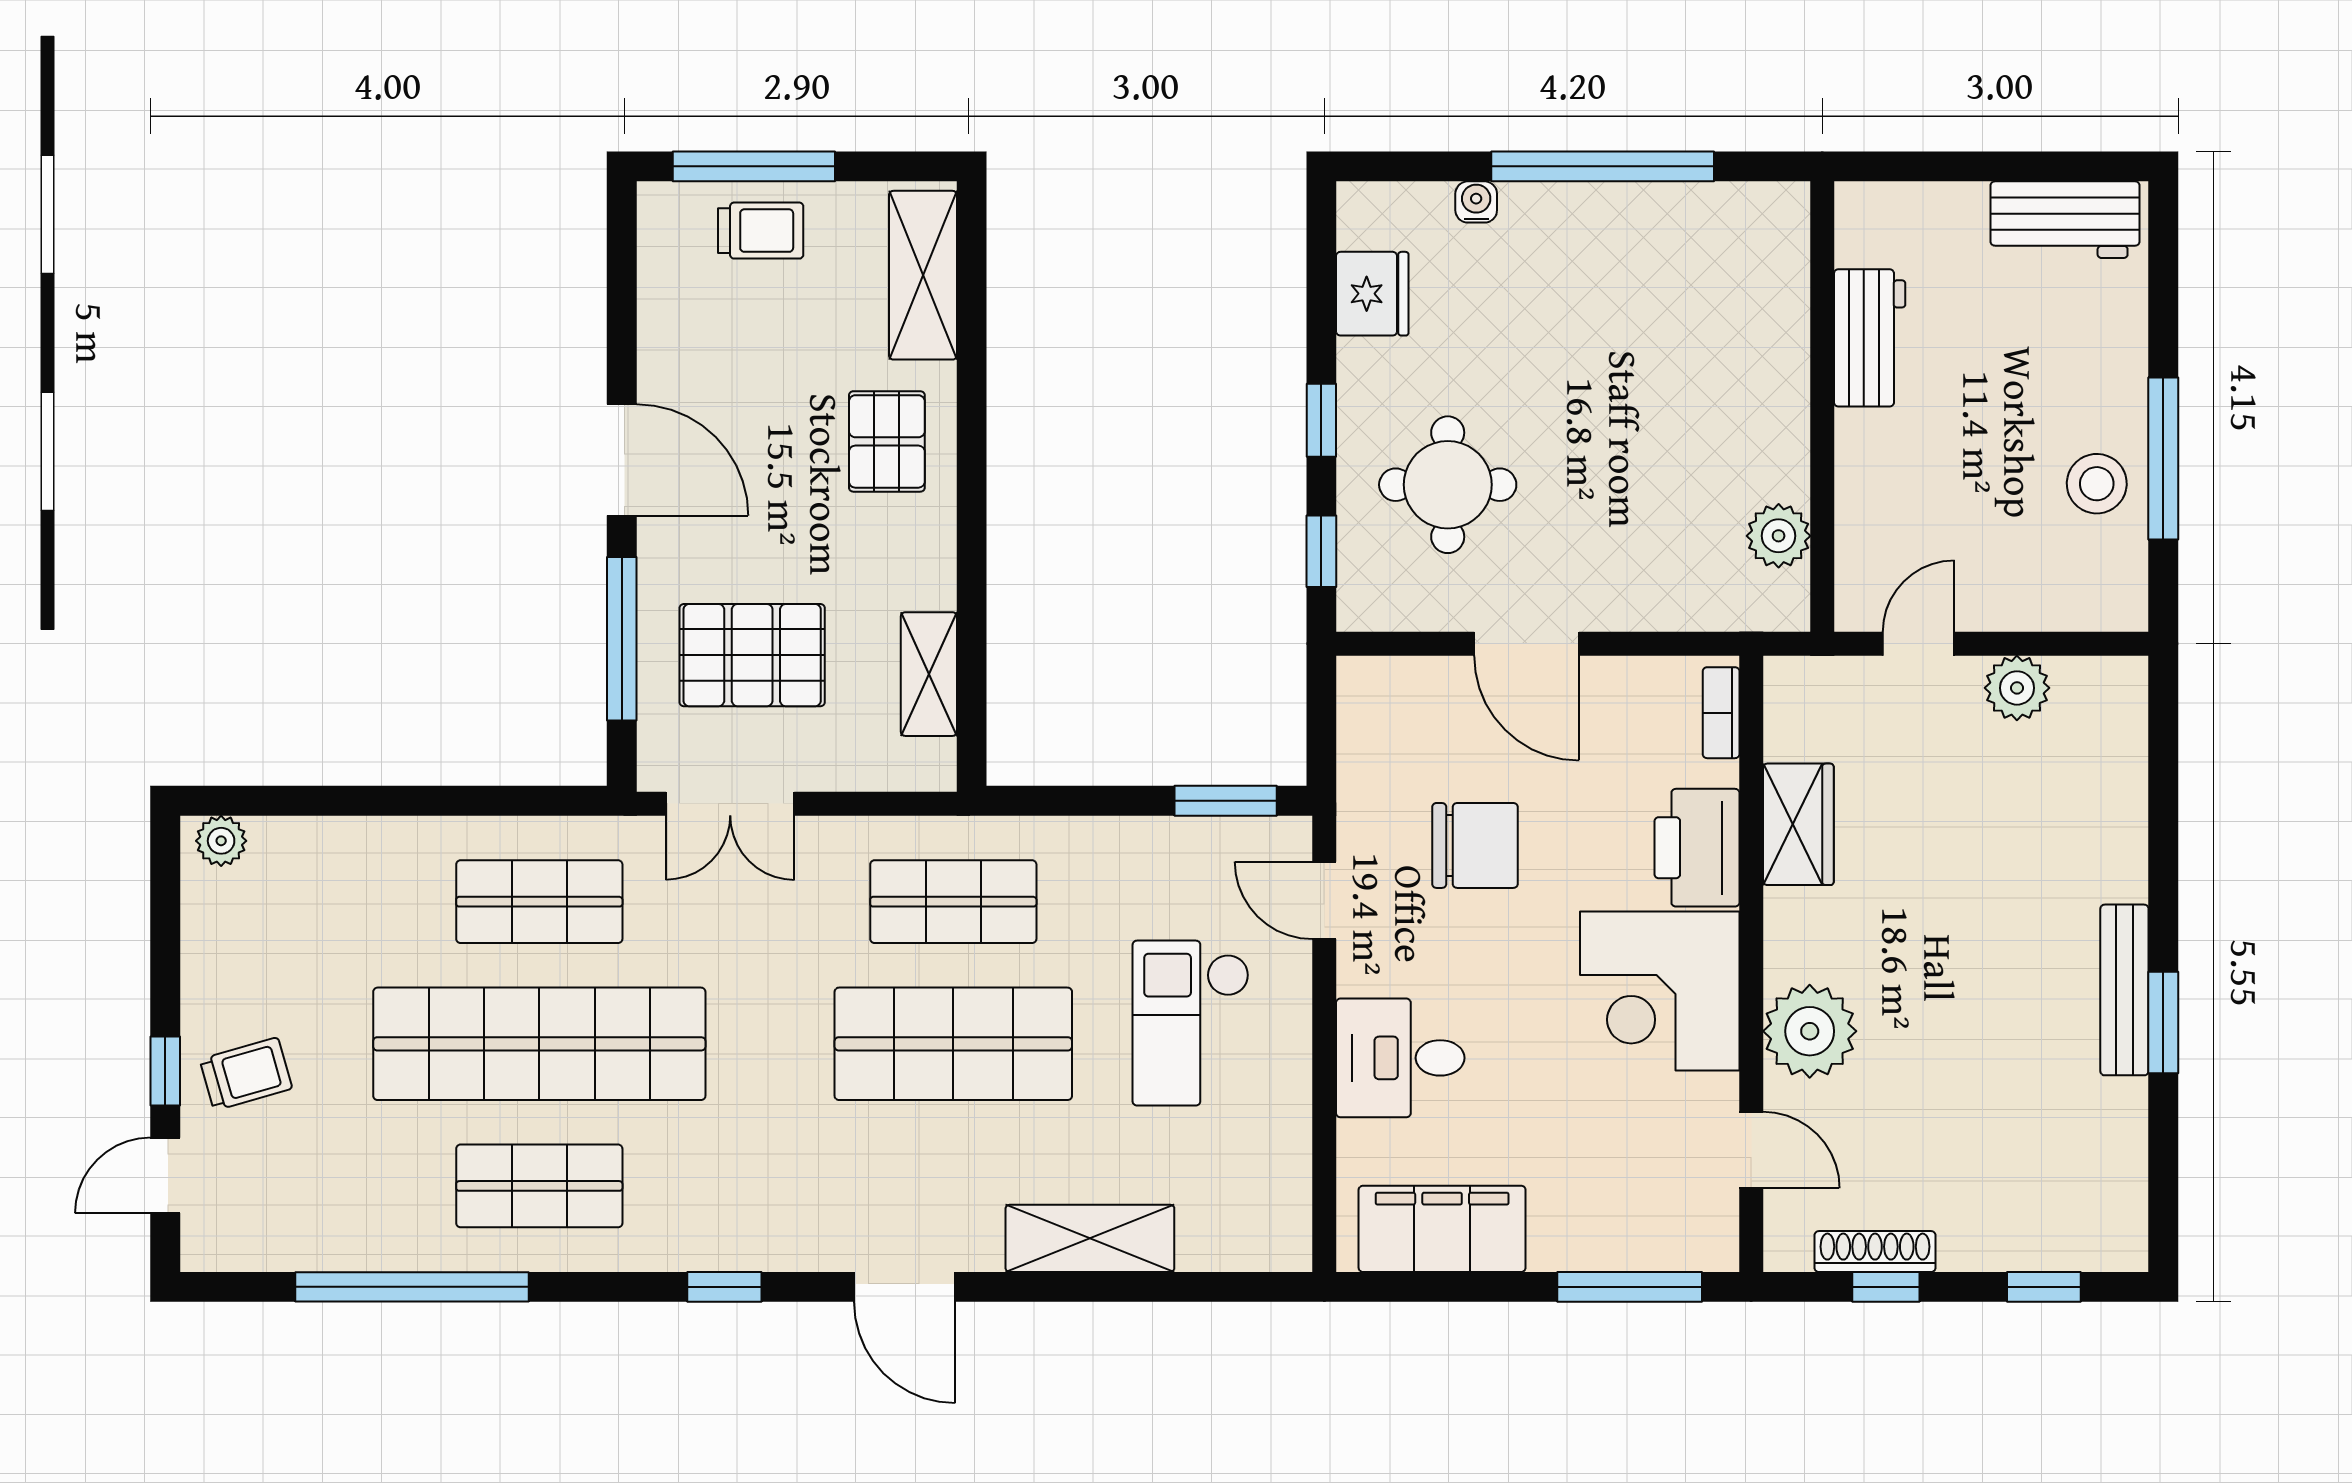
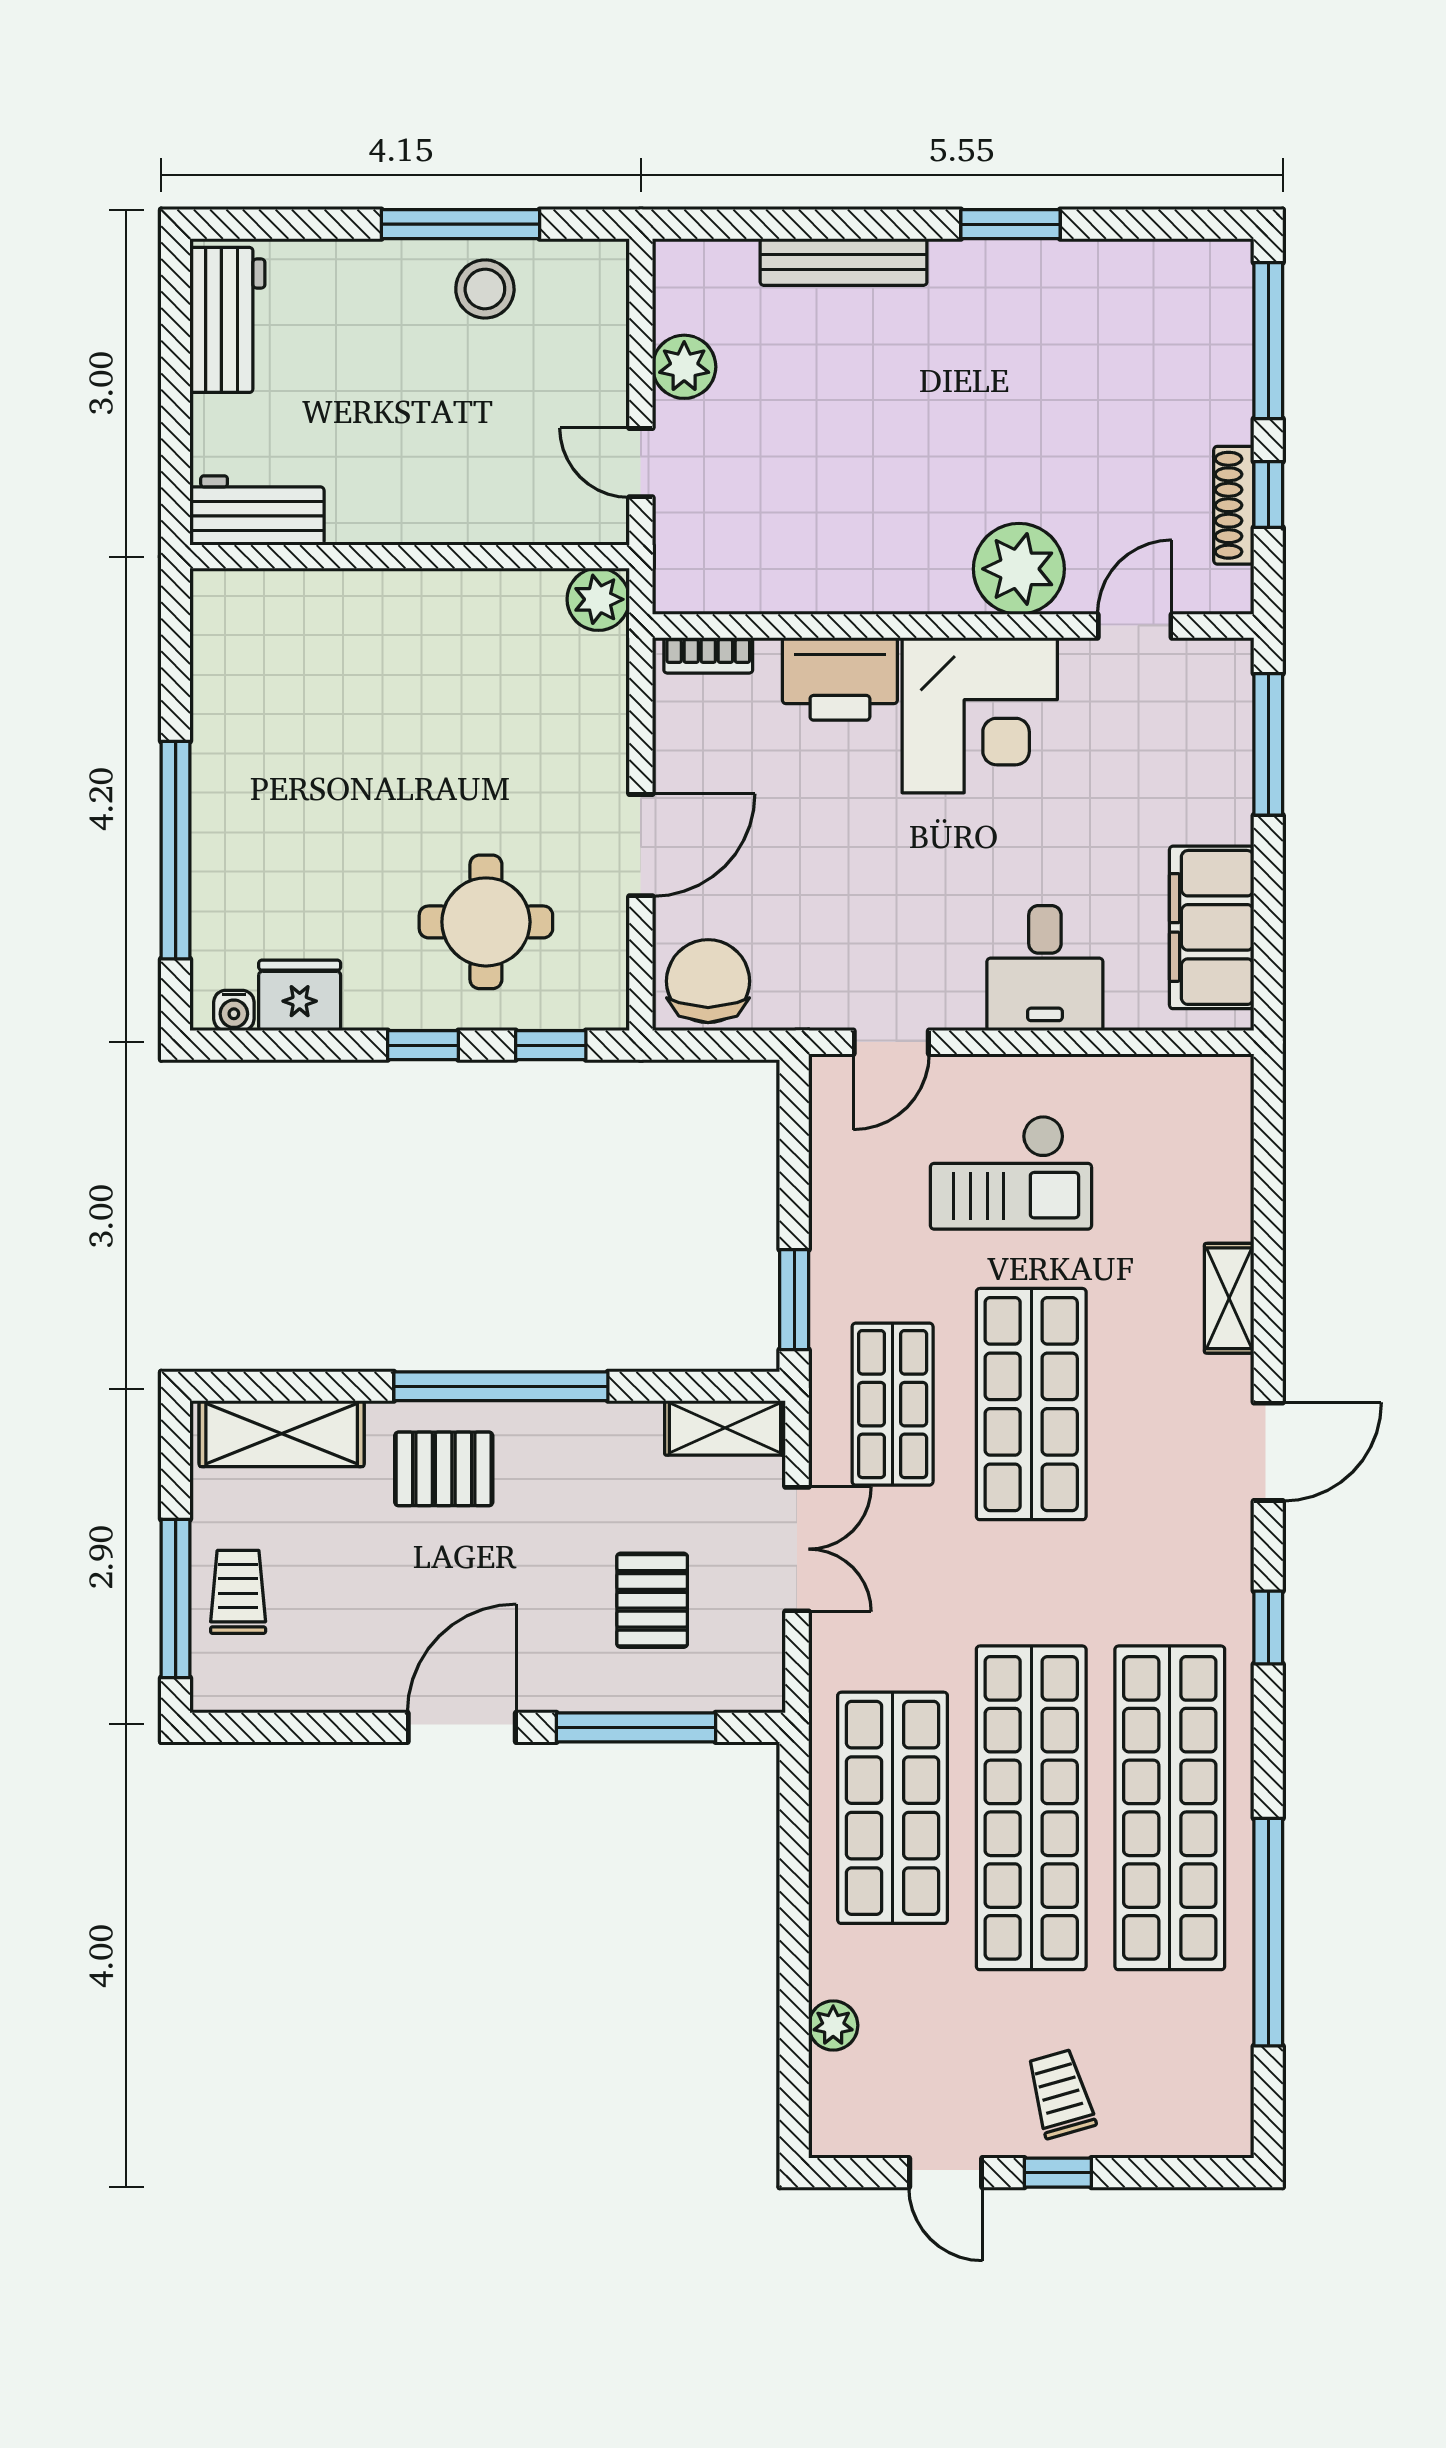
window: (1603, 166) -> (176, 850), moved
water cooler: (1476, 202) -> (234, 1011), moved, turned -90
workbench: (1870, 338) -> (257, 510), moved
window: (972, 500) -> (501, 1386), added
plant: (1779, 536) -> (598, 599), moved
pallet: (752, 655) -> (652, 1600), width x0.67, depth x0.71
shelving: (929, 674) -> (725, 1428), moved
window: (1226, 801) -> (794, 1300), moved
double door: (730, 804) -> (797, 1549), moved
wardrobe: (1798, 824) -> (817, 580), removed
plant: (221, 841) -> (833, 2025), moved
chair: (1475, 845) -> (708, 981), moved
shop shelf: (539, 902) -> (893, 1808), width x1.43, depth x1.36
bench: (2124, 990) -> (844, 262), moved
door: (165, 1175) -> (946, 2173), moved
shop shelf: (539, 1186) -> (1170, 1808), width x2.00, depth x1.36
shelving: (1090, 1238) -> (1229, 1298), width x0.67, depth x0.75
window: (2044, 1287) -> (1268, 341), width x2.17

